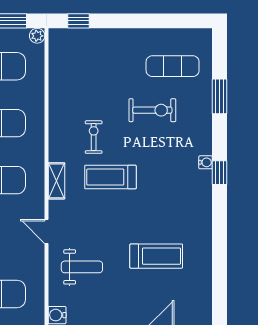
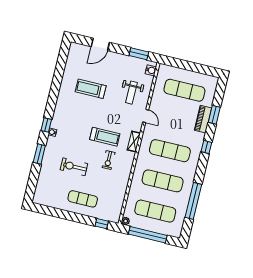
exercise mat: (173, 66) -> (83, 199), moved
window: (220, 96) -> (39, 154), moved
weight bench: (82, 267) -> (131, 93), turned -90

